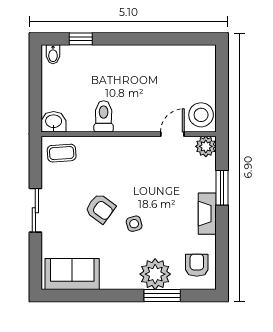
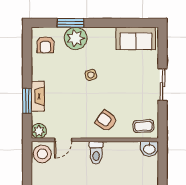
toilet: (104, 116) -> (96, 153), moved
armchair: (100, 208) -> (106, 121), moved
fireplace: (207, 214) -> (38, 96), moved

